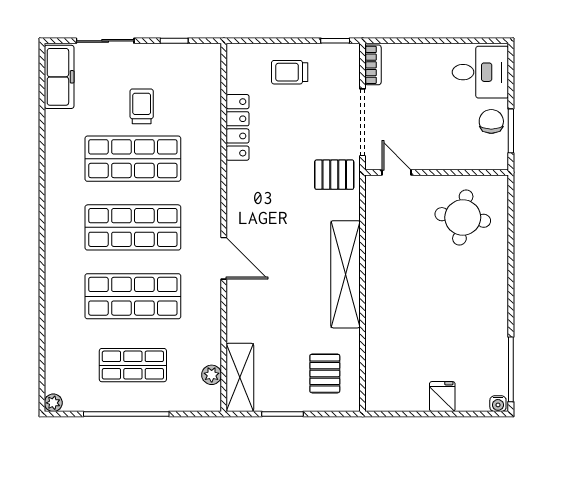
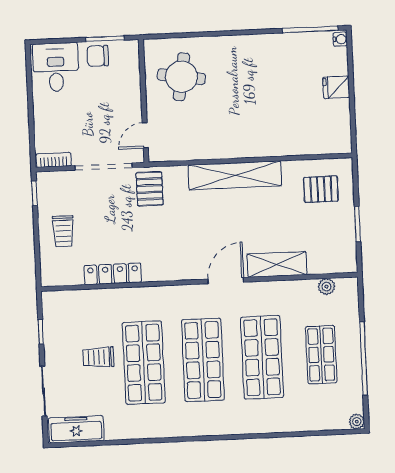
shelving: (240, 377) -> (277, 264), moved

